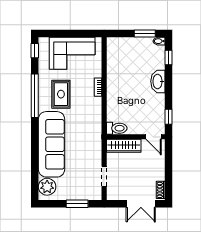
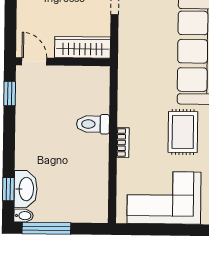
window: (145, 33) -> (46, 228), width x1.44
washbasin: (158, 81) -> (26, 189), moved
toilet: (117, 128) -> (93, 124), moved

